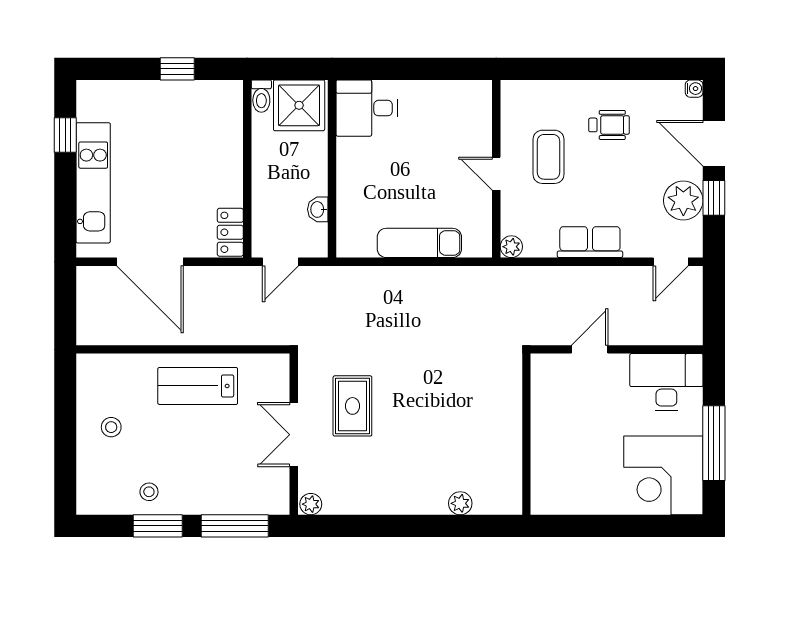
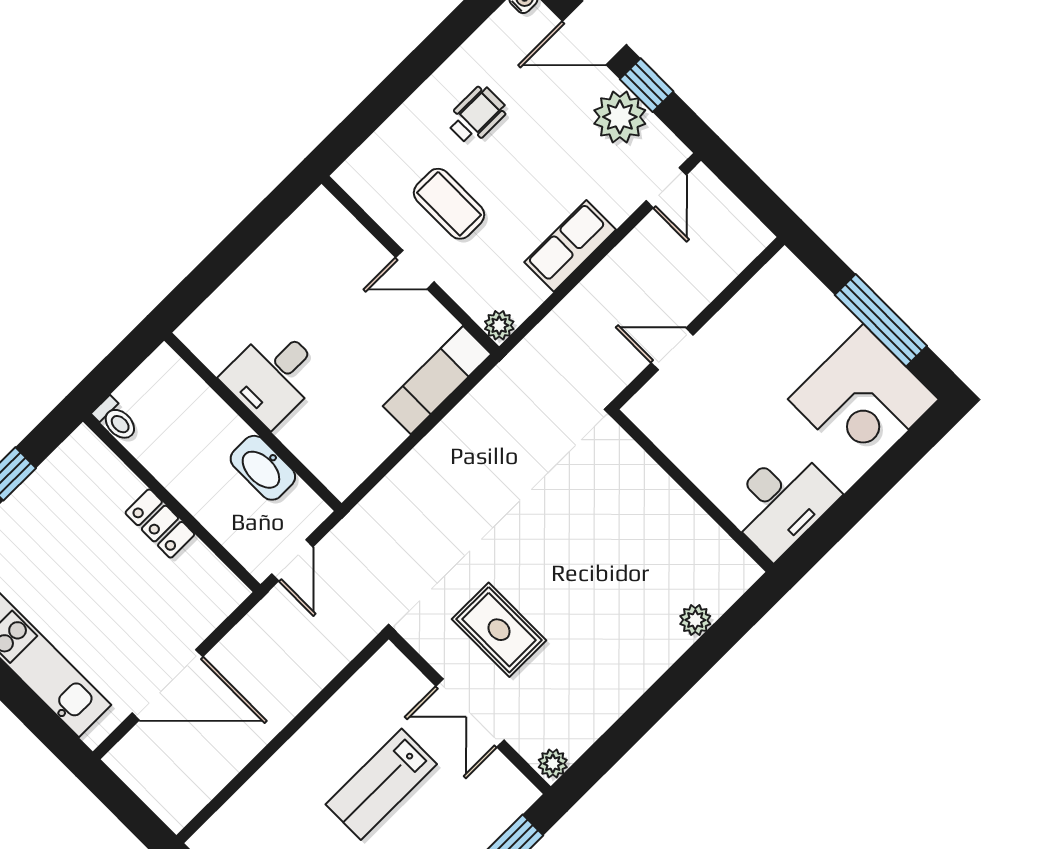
shower: (299, 105) -> (161, 393), removed
desk: (367, 108) -> (273, 376), moved
washbasin: (318, 209) -> (263, 468), width x1.91, depth x1.45
locker: (230, 232) -> (160, 524), moved
exam couch: (419, 243) -> (437, 380), moved
door: (590, 349) -> (672, 349), hinge flipped
desk: (666, 382) -> (781, 502), moved, turned 180
lab bench: (198, 386) -> (381, 784), moved

